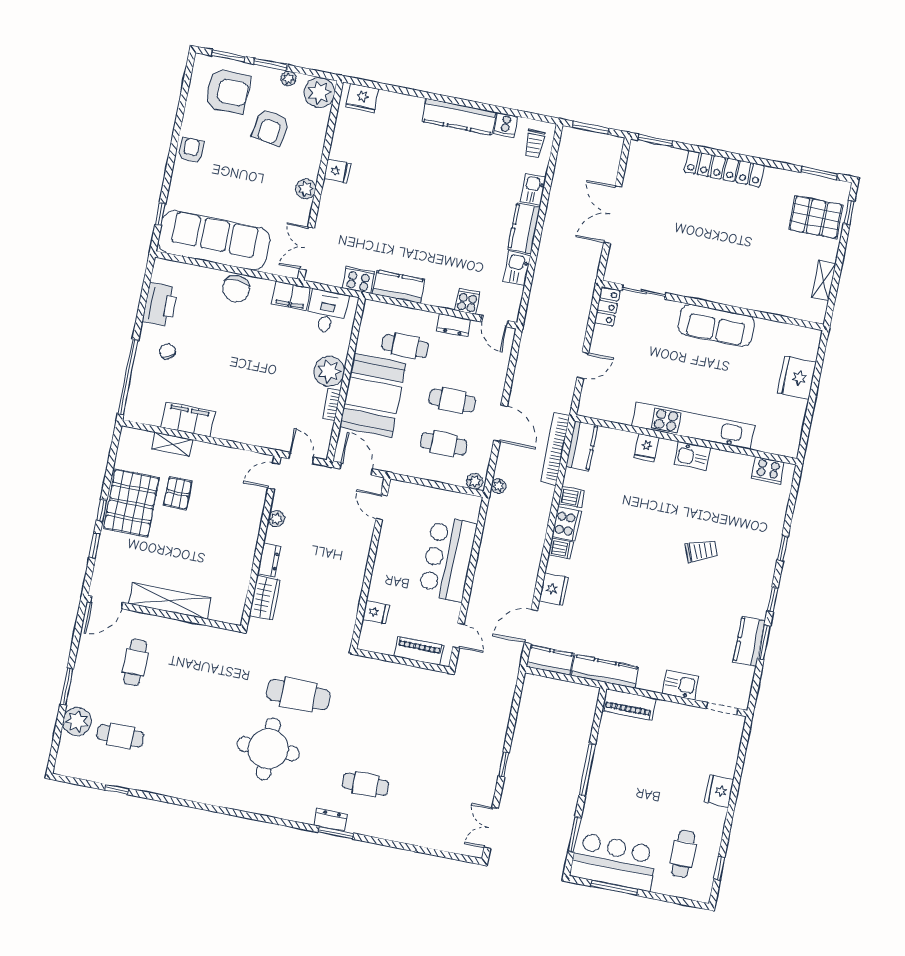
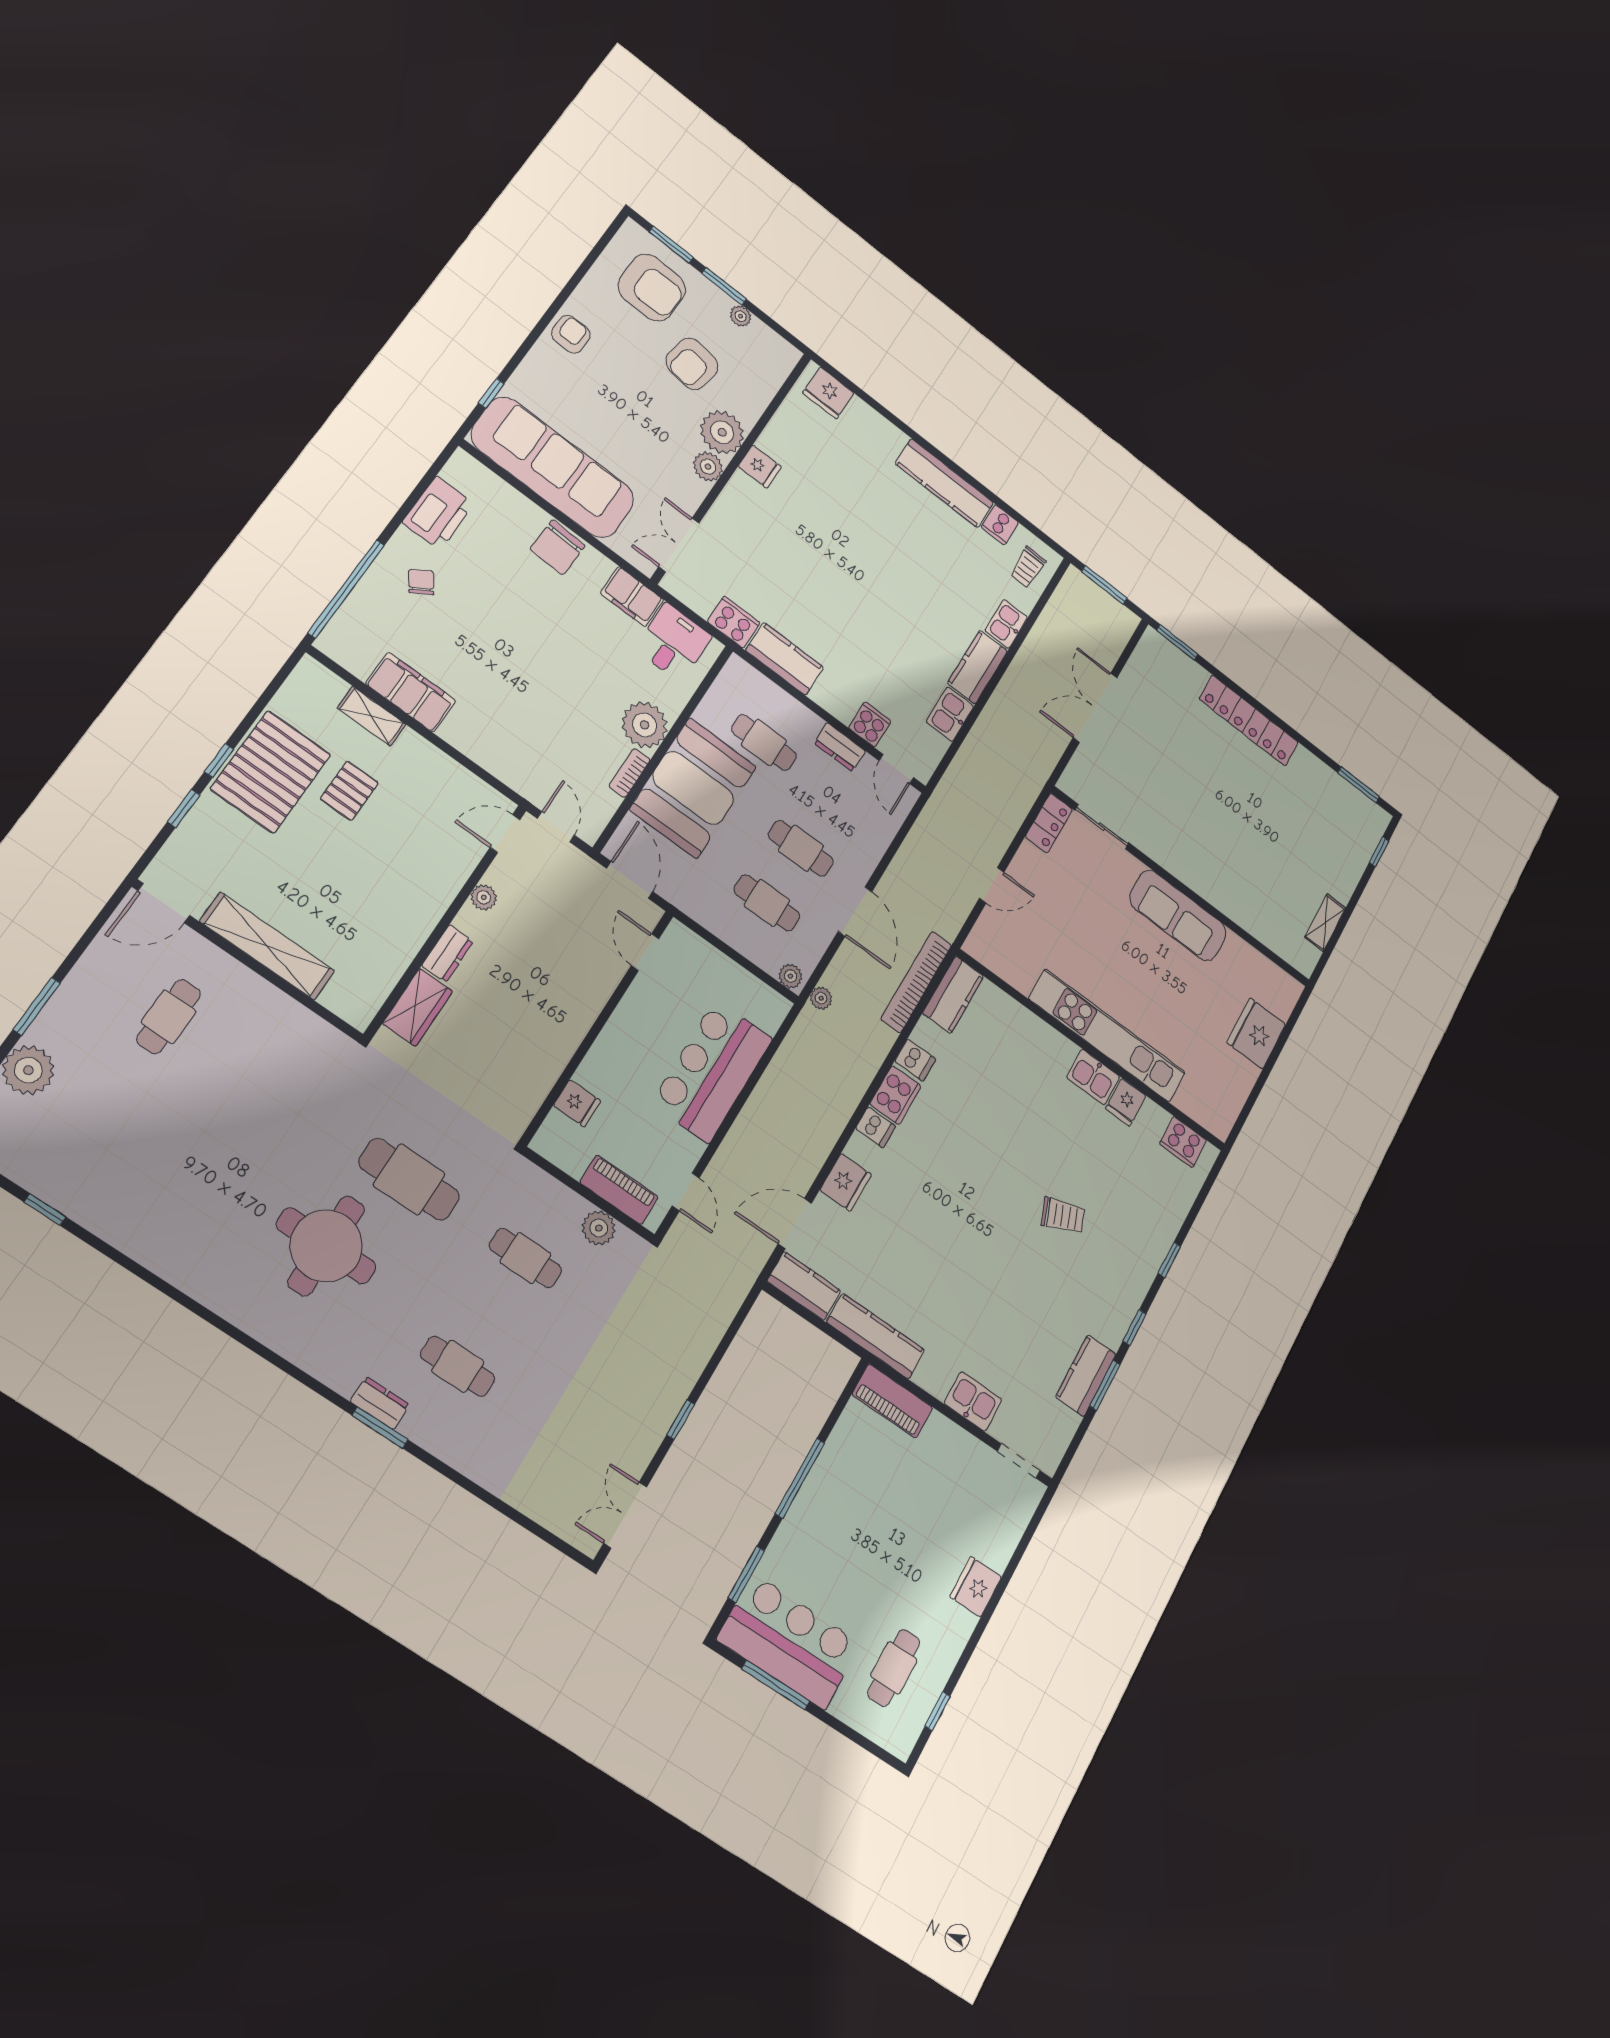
plant: (319, 93) -> (722, 432), moved
pallet: (816, 217) -> (1339, 838), removed
fridge: (646, 448) -> (1126, 1102), moved
plant: (415, 677) -> (599, 1228), added
cafe table: (121, 736) -> (525, 1258), moved

